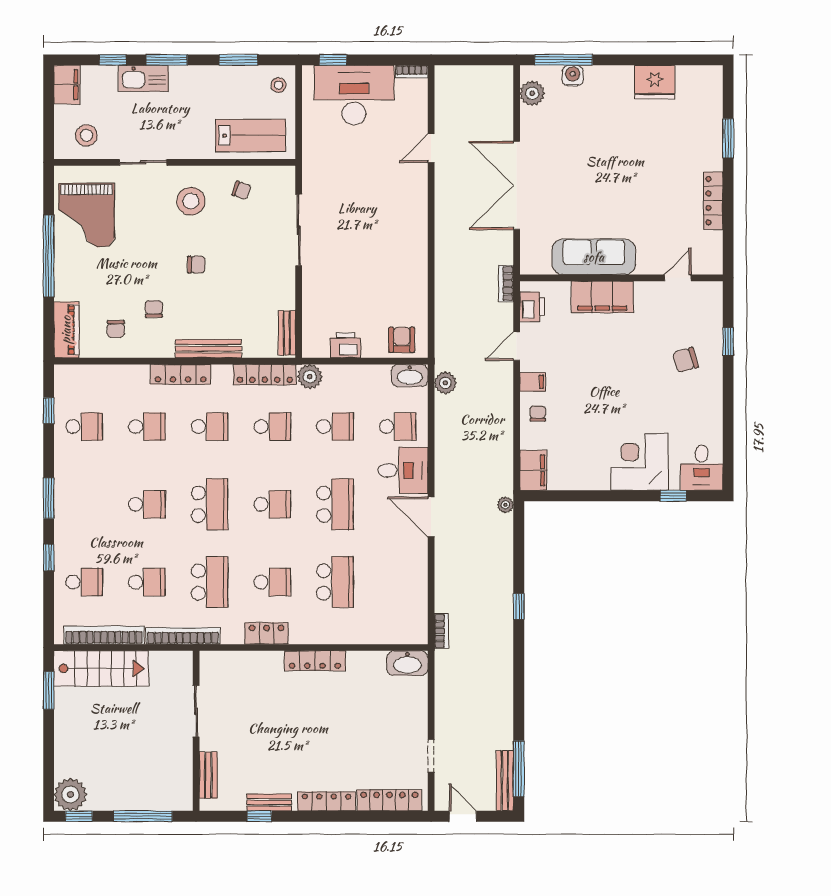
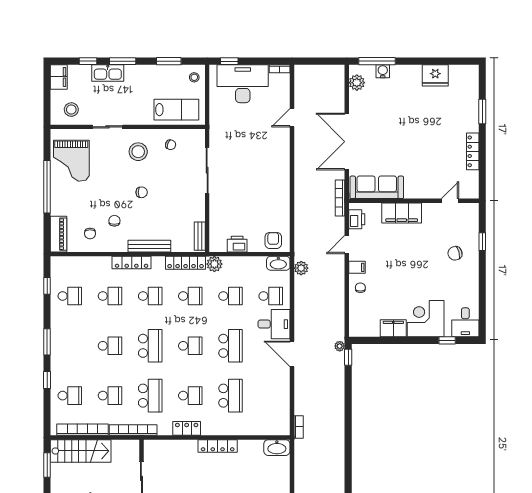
sofa: (594, 257) -> (377, 187), moved
bookcase: (506, 284) -> (340, 198), width x1.56
filing cabinet: (533, 470) -> (393, 328), moved, turned -90
window: (519, 606) -> (348, 357), moved

